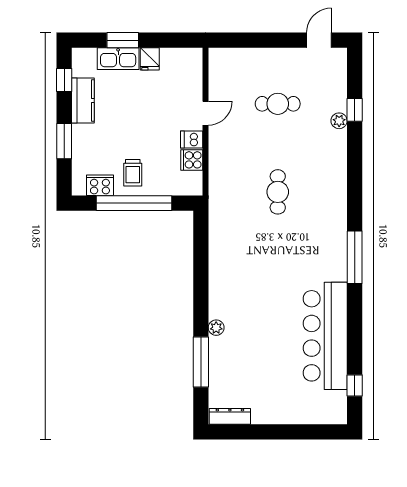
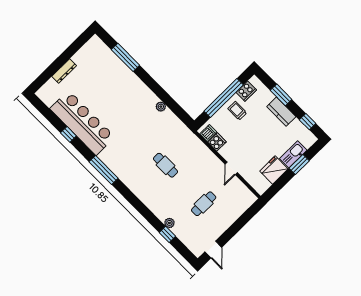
fridge: (150, 59) -> (274, 170), width x1.88, depth x1.34
kitchen counter: (83, 101) -> (281, 112), moved
dishwasher: (192, 139) -> (208, 133), moved
plant: (216, 328) -> (161, 107), moved
window: (355, 385) -> (68, 134), moved
dresser: (230, 416) -> (64, 71), moved

